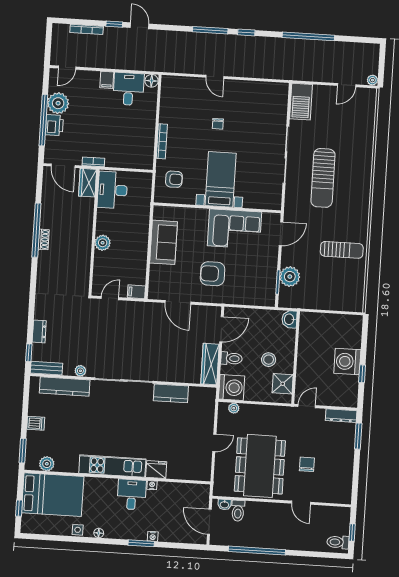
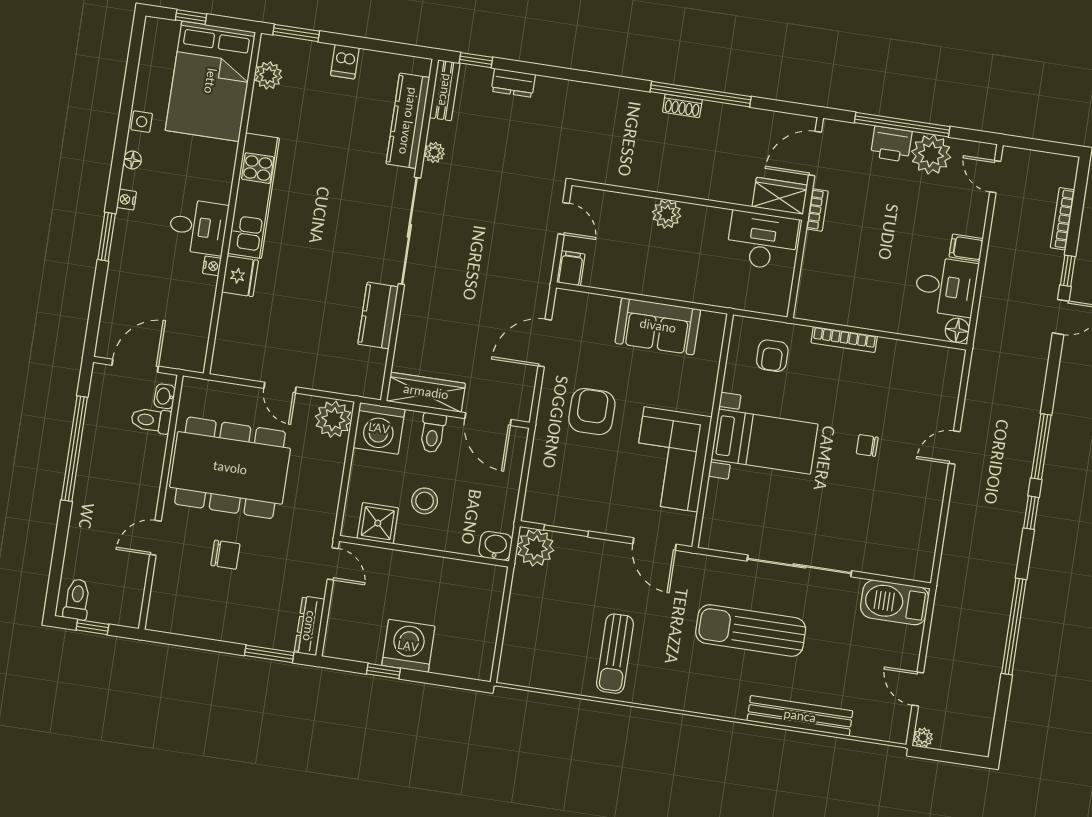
bench: (367, 147) -> (800, 716), added
plant: (290, 277) -> (535, 548), moved
plant: (234, 408) -> (333, 419), width x1.88, depth x1.88
nightstand: (153, 536) -> (126, 200), moved

